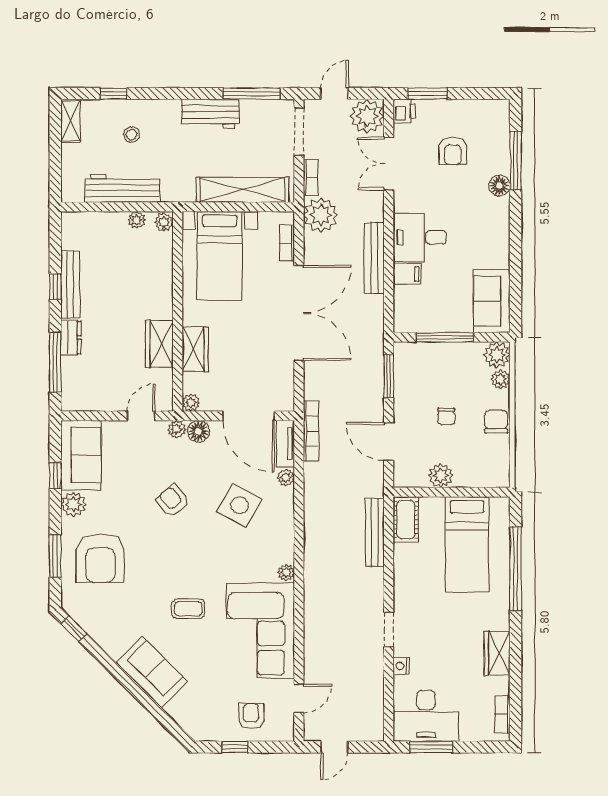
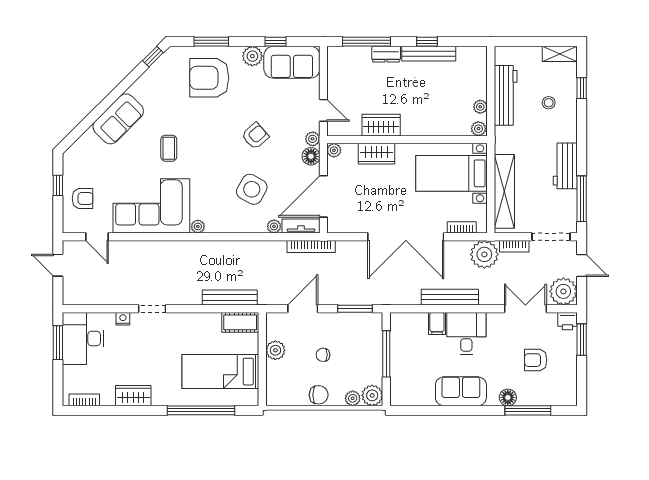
sofa: (492, 301) -> (461, 391), moved

